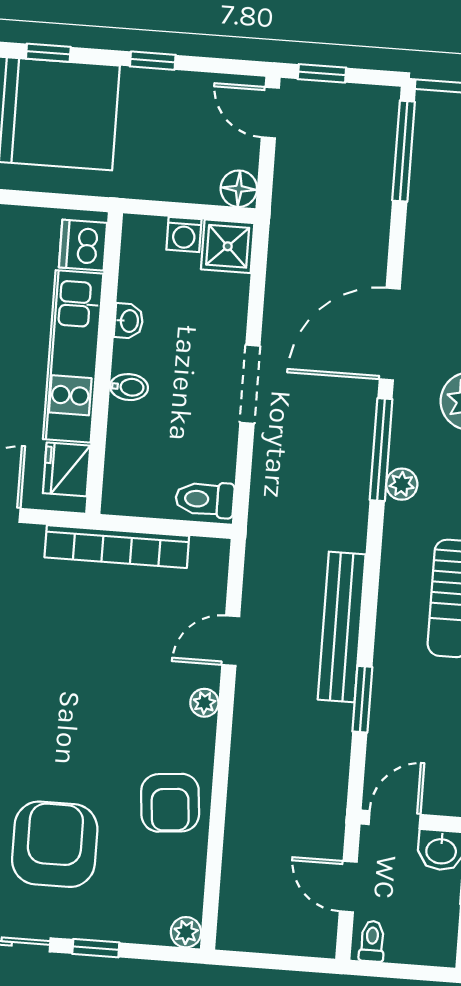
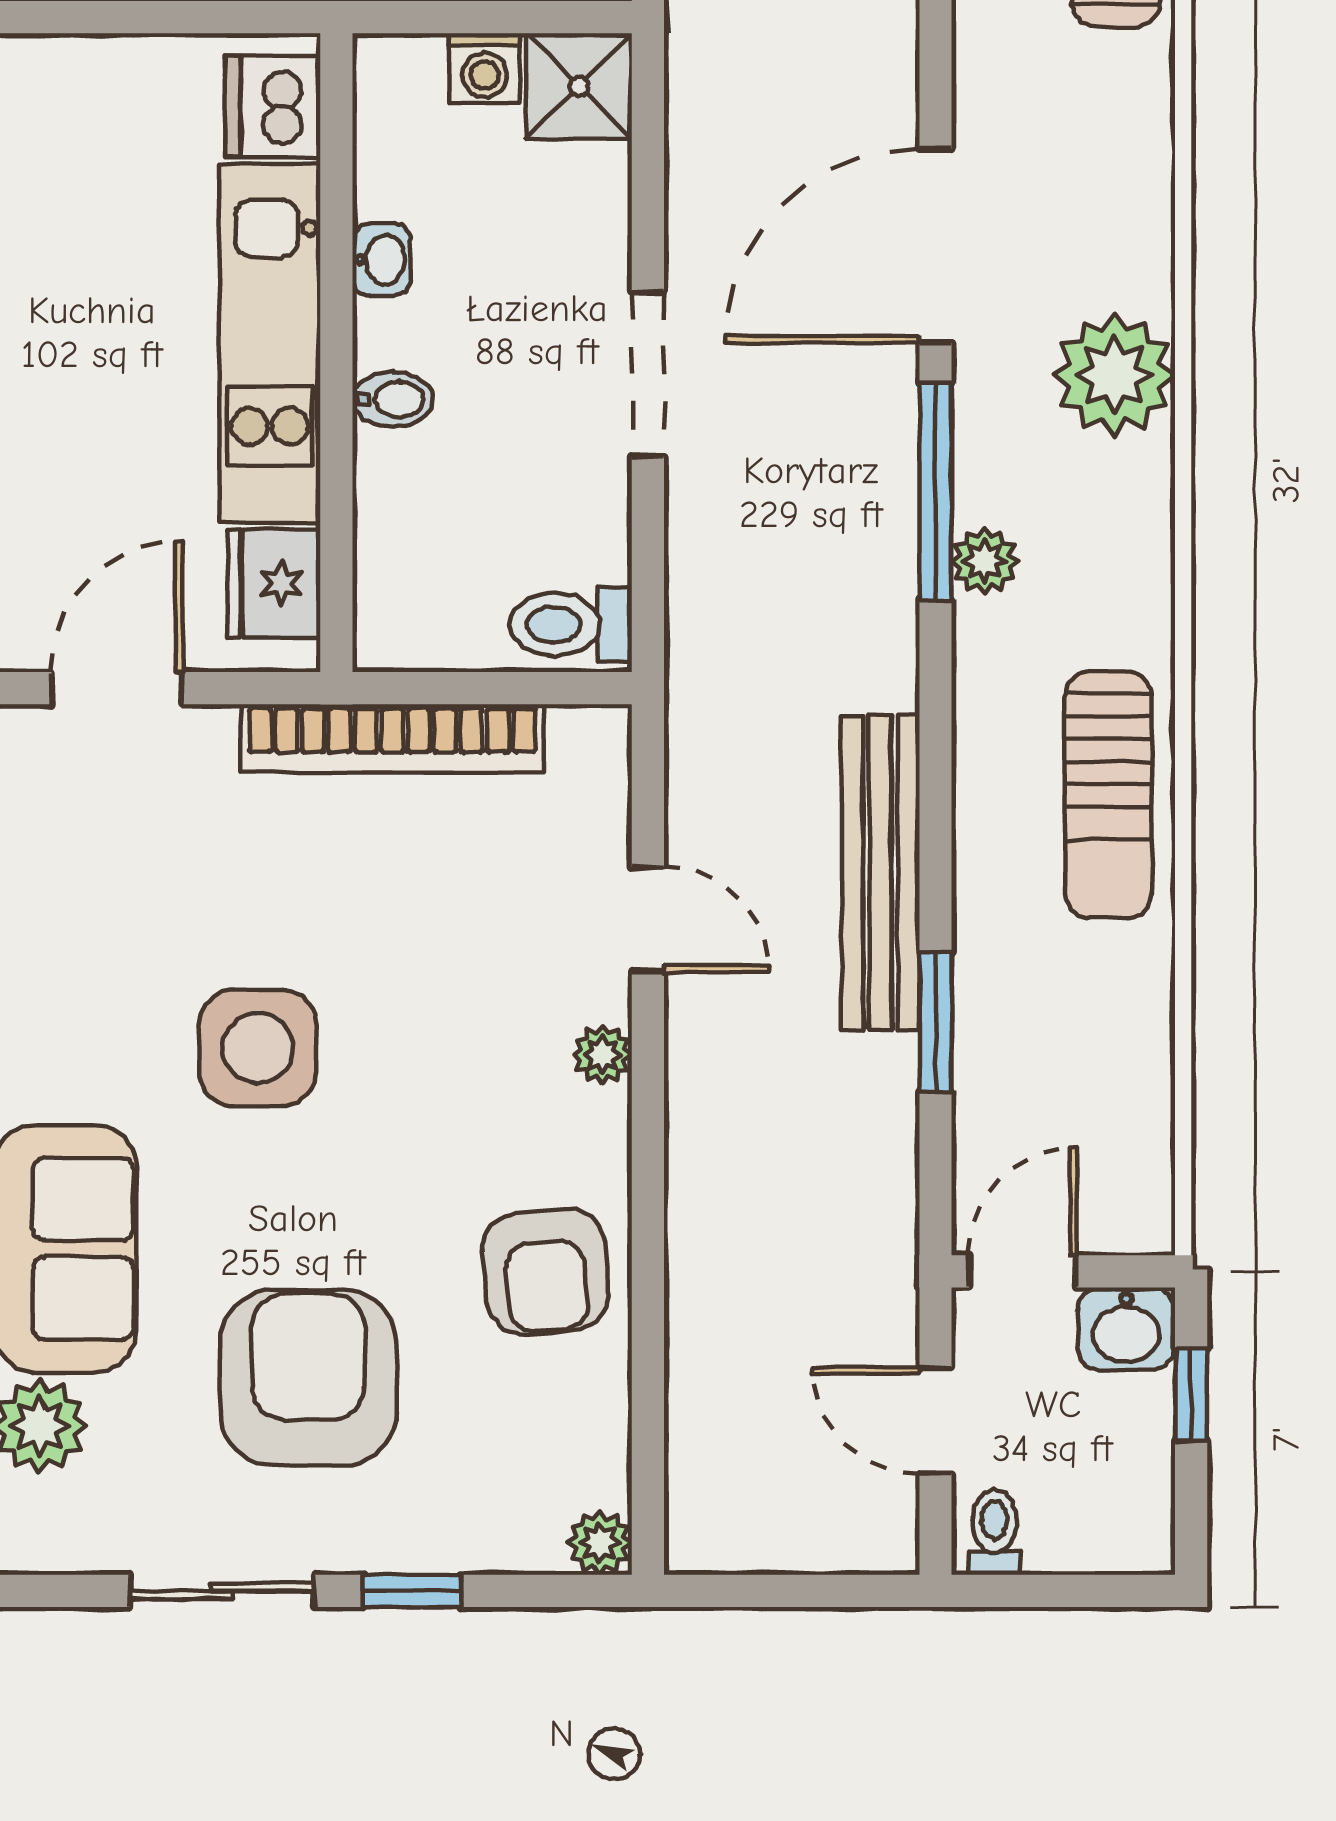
door: (231, 641) -> (648, 919), swing flipped
side table: (43, 687) -> (258, 1048), added

